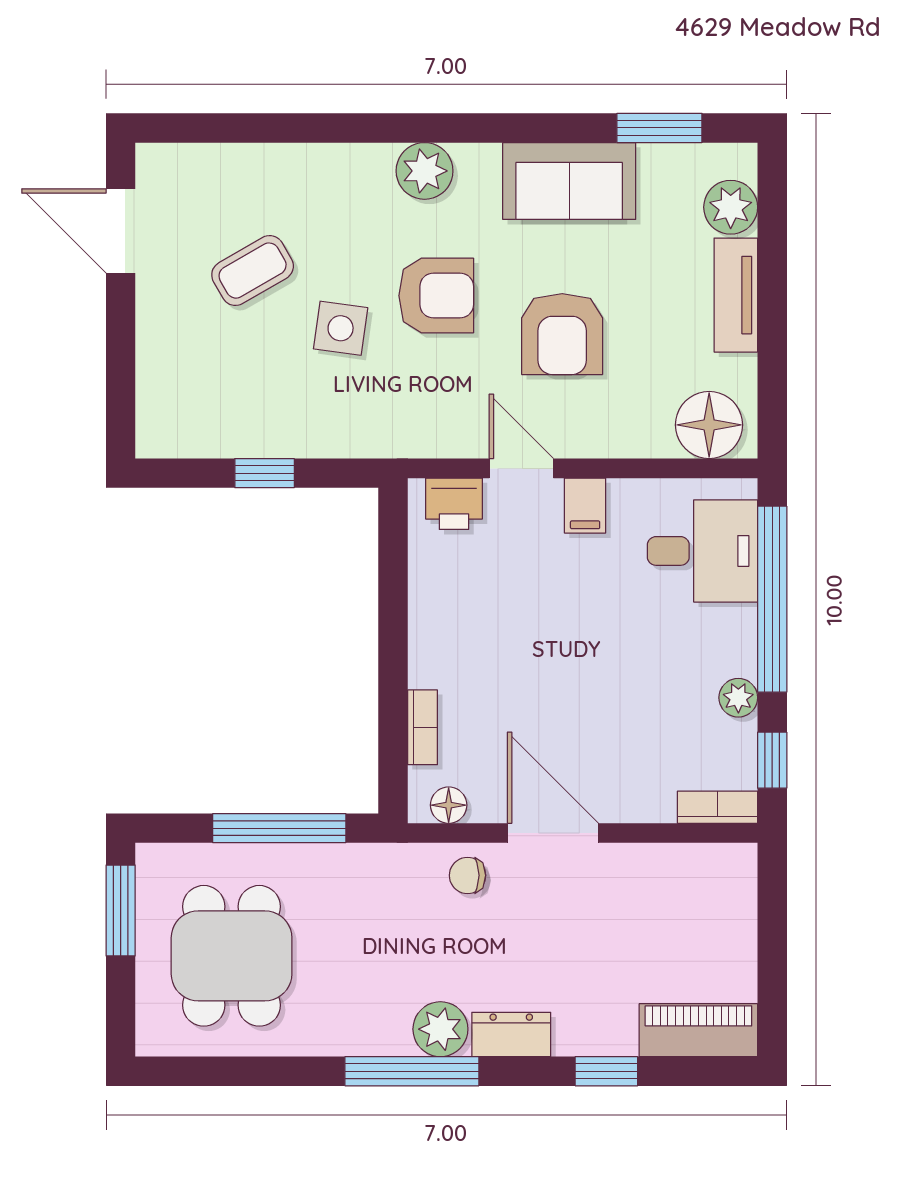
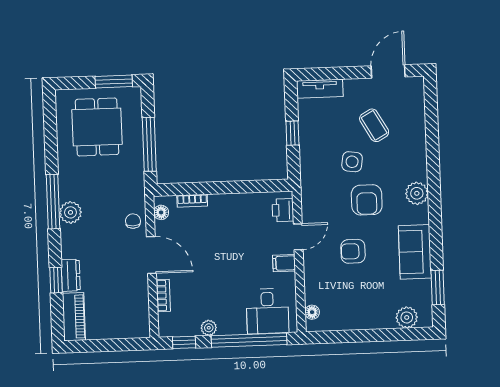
tv unit: (736, 295) -> (320, 89), moved, turned 180
armchair: (562, 334) -> (353, 251), width x0.72, depth x0.72
floor lamp: (709, 425) -> (312, 312), width x0.53, depth x0.53
bookcase: (717, 807) -> (163, 295), moved
door: (553, 833) -> (151, 255), hinge flipped
dining table: (232, 956) -> (97, 127), turned 90
dresser: (511, 1034) -> (71, 275), moved

